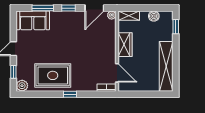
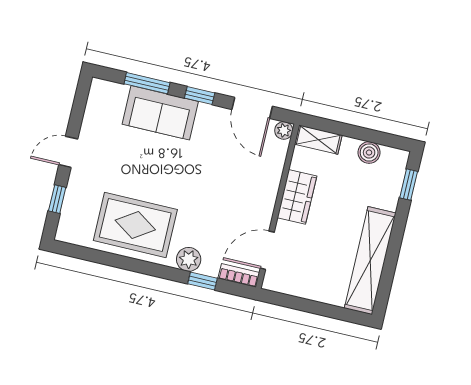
door: (94, 8) -> (252, 108), hinge flipped
sofa: (33, 20) -> (160, 113), moved
door: (117, 73) -> (267, 250), swing flipped
plant: (22, 86) -> (189, 259), moved
window: (70, 94) -> (203, 281), moved

